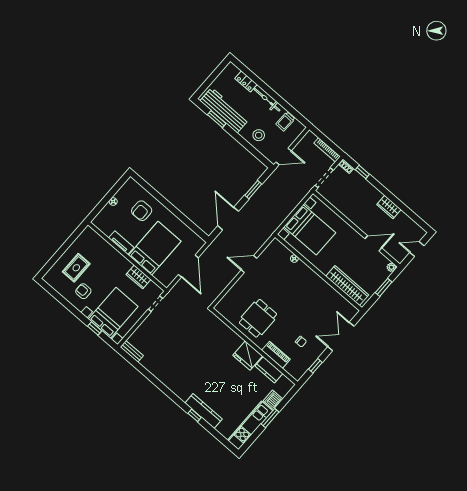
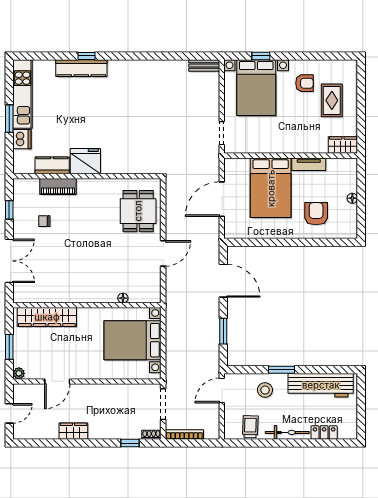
window: (217, 119) -> (282, 370), moved
door: (188, 266) -> (222, 199), hinge flipped
wardrobe: (138, 277) -> (343, 145), moved
dining table: (258, 318) -> (138, 211), moved

